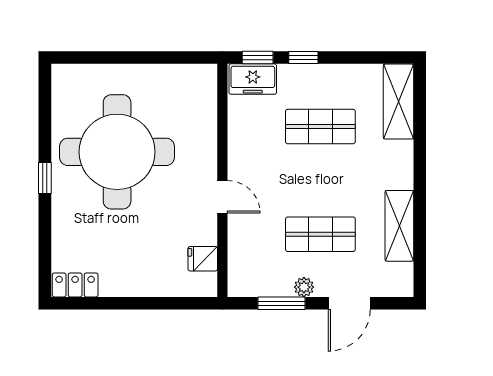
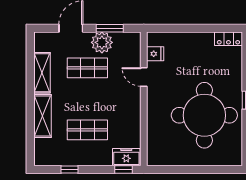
window: (303, 58) -> (70, 170), moved
shelving: (398, 102) -> (43, 116), moved
door: (222, 197) -> (144, 77), moved
plant: (304, 287) -> (102, 42), width x1.87, depth x1.87

